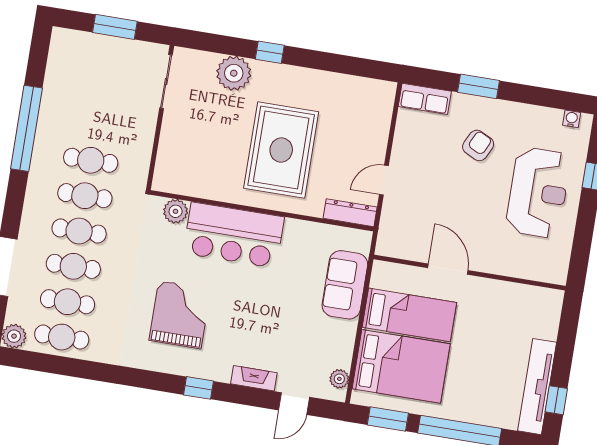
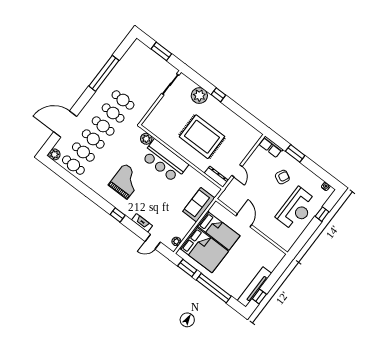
rug: (281, 150) -> (202, 137), turned 90
door: (384, 180) -> (237, 171), swing flipped

